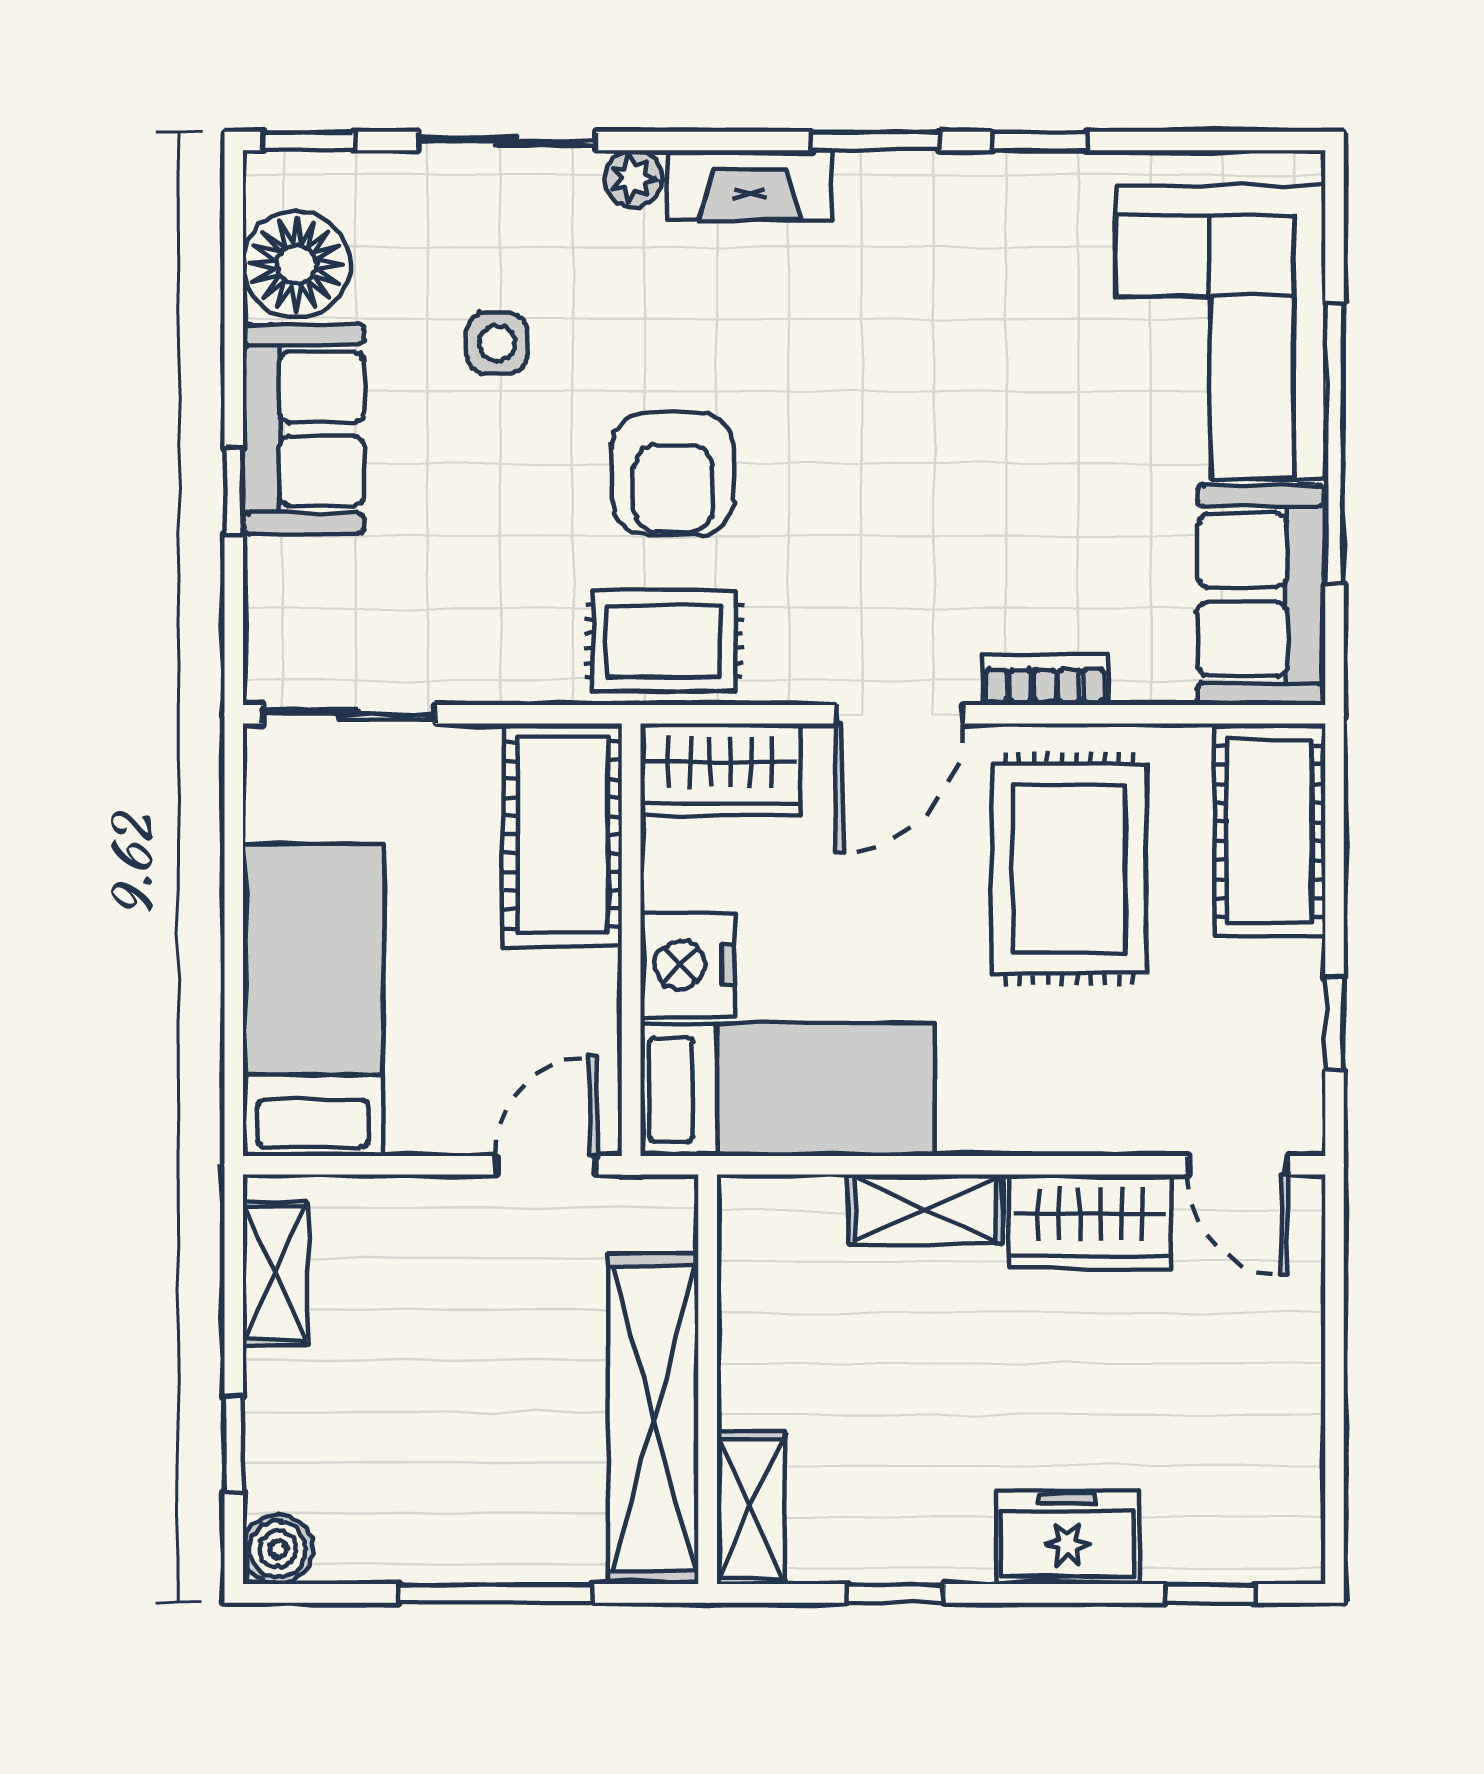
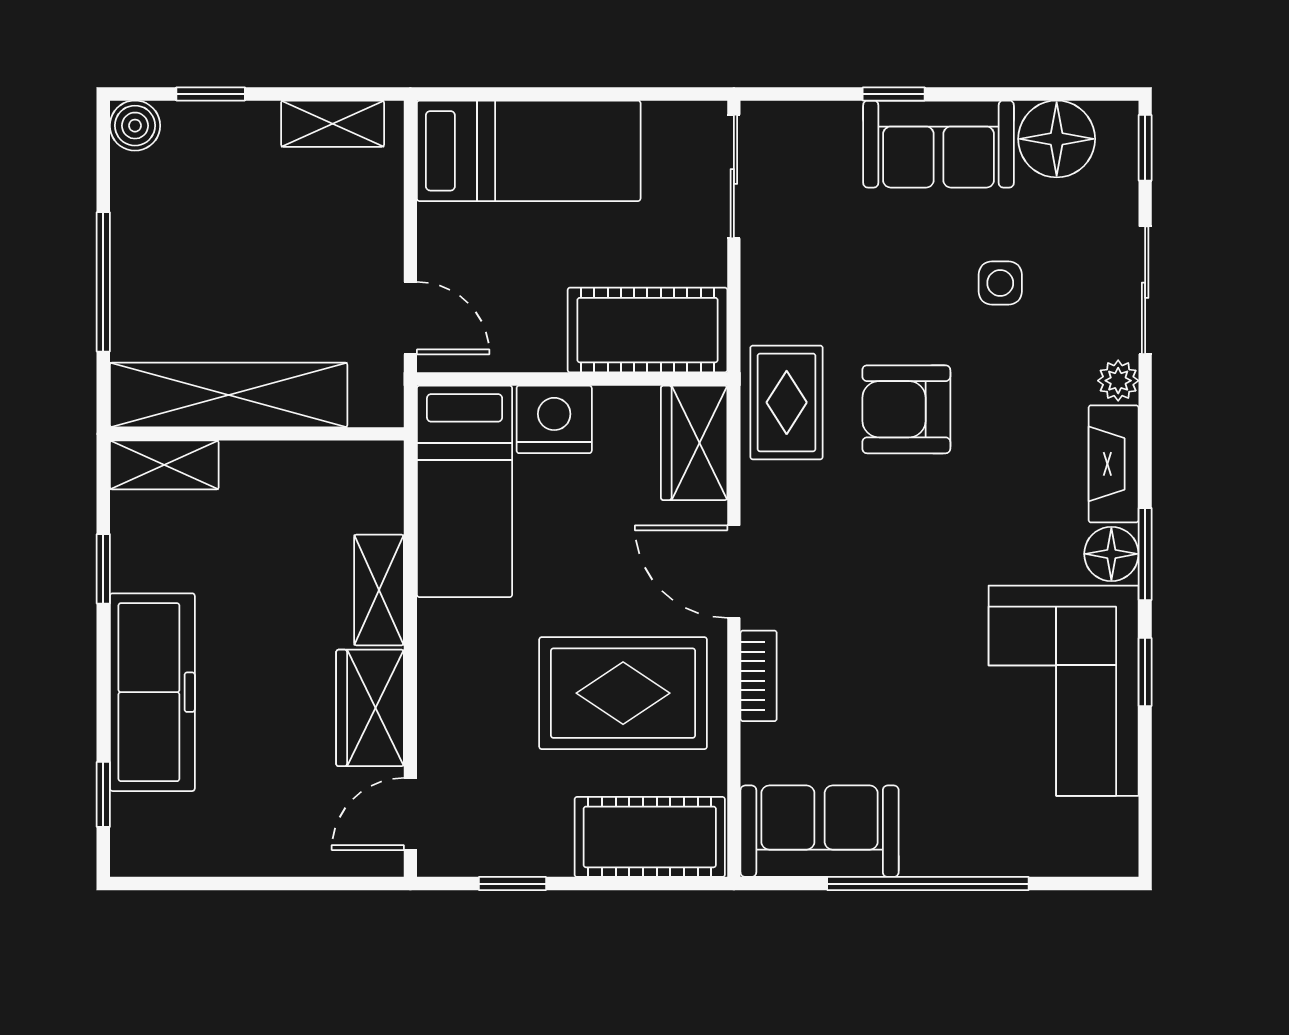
floor lamp: (875, 188) -> (1111, 554), added
corner sofa: (1221, 332) -> (1064, 691), moved, turned -90
freezer: (1068, 1537) -> (152, 692), width x1.91, depth x1.26

